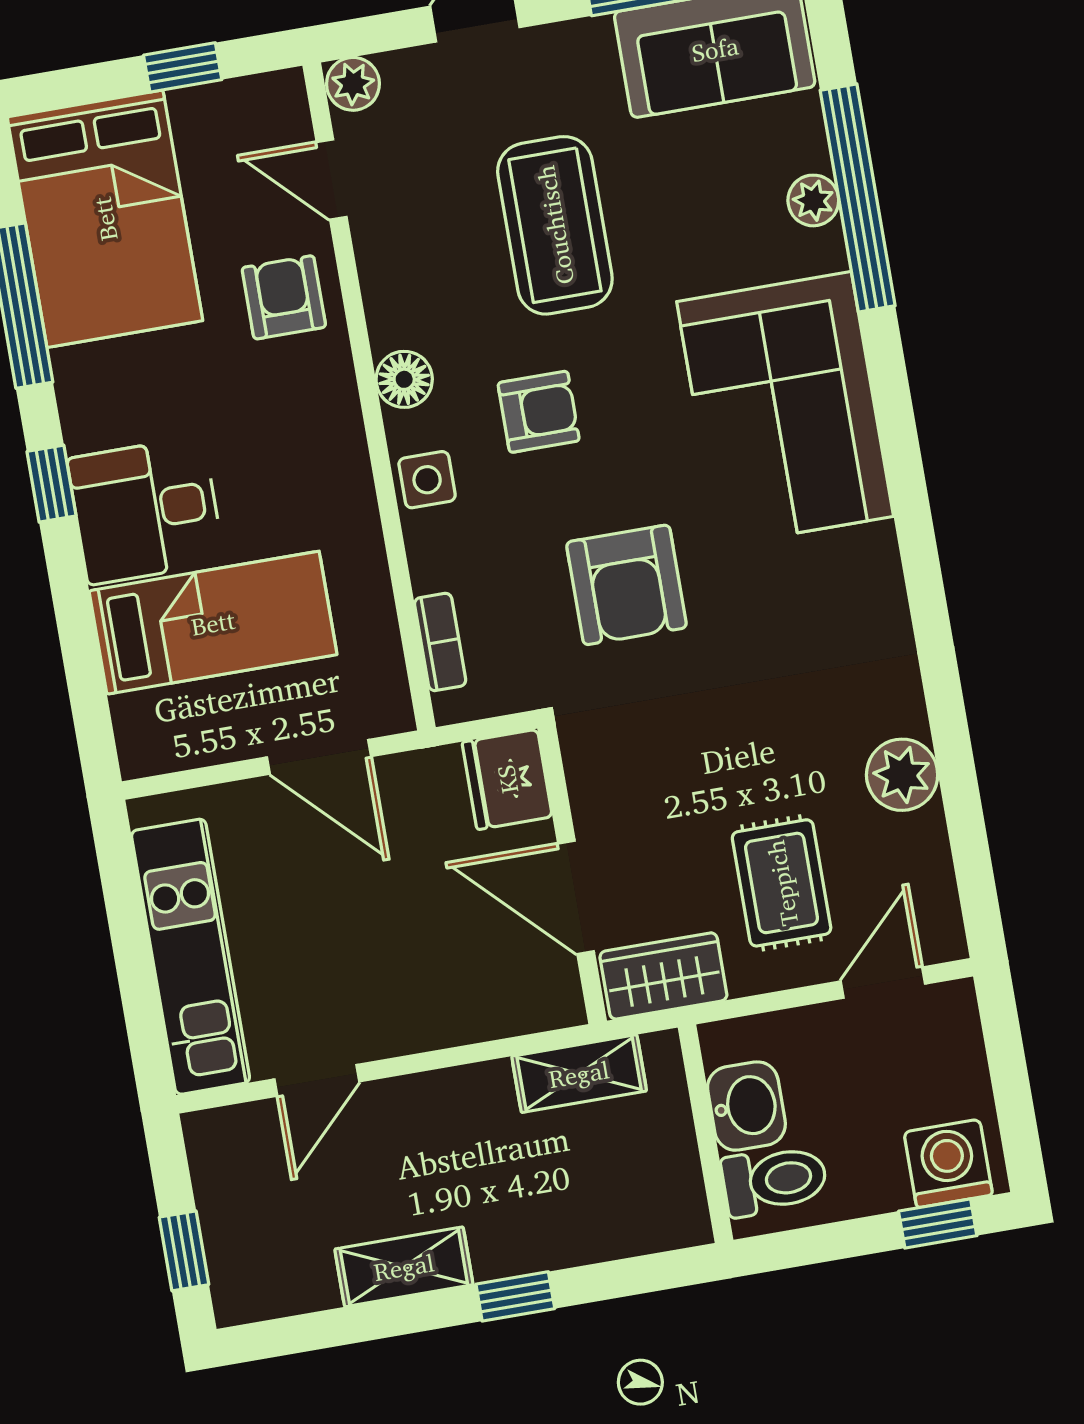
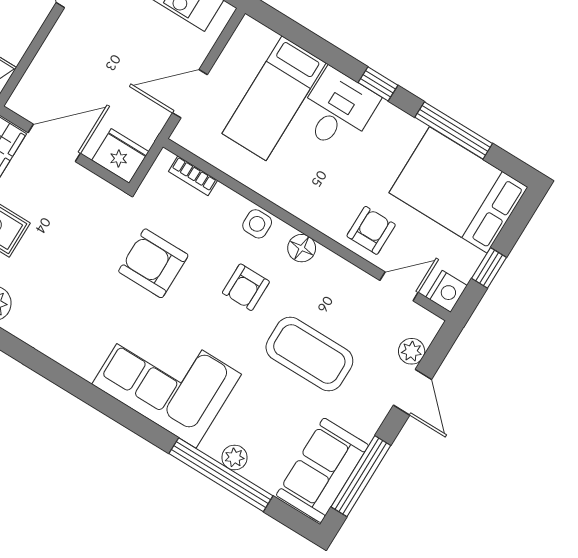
plant: (353, 84) -> (412, 351), moved
nightstand: (276, 101) -> (446, 291), added
armchair: (284, 297) -> (371, 230), turned -90

